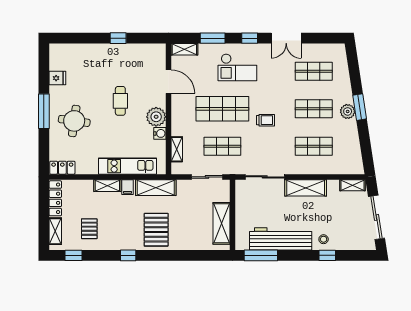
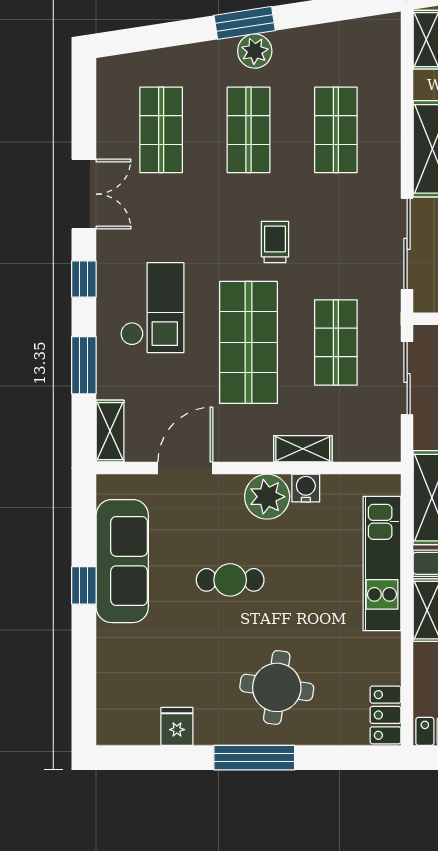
sofa: (128, 55) -> (122, 561), added
shelving: (177, 149) -> (303, 449), moved

